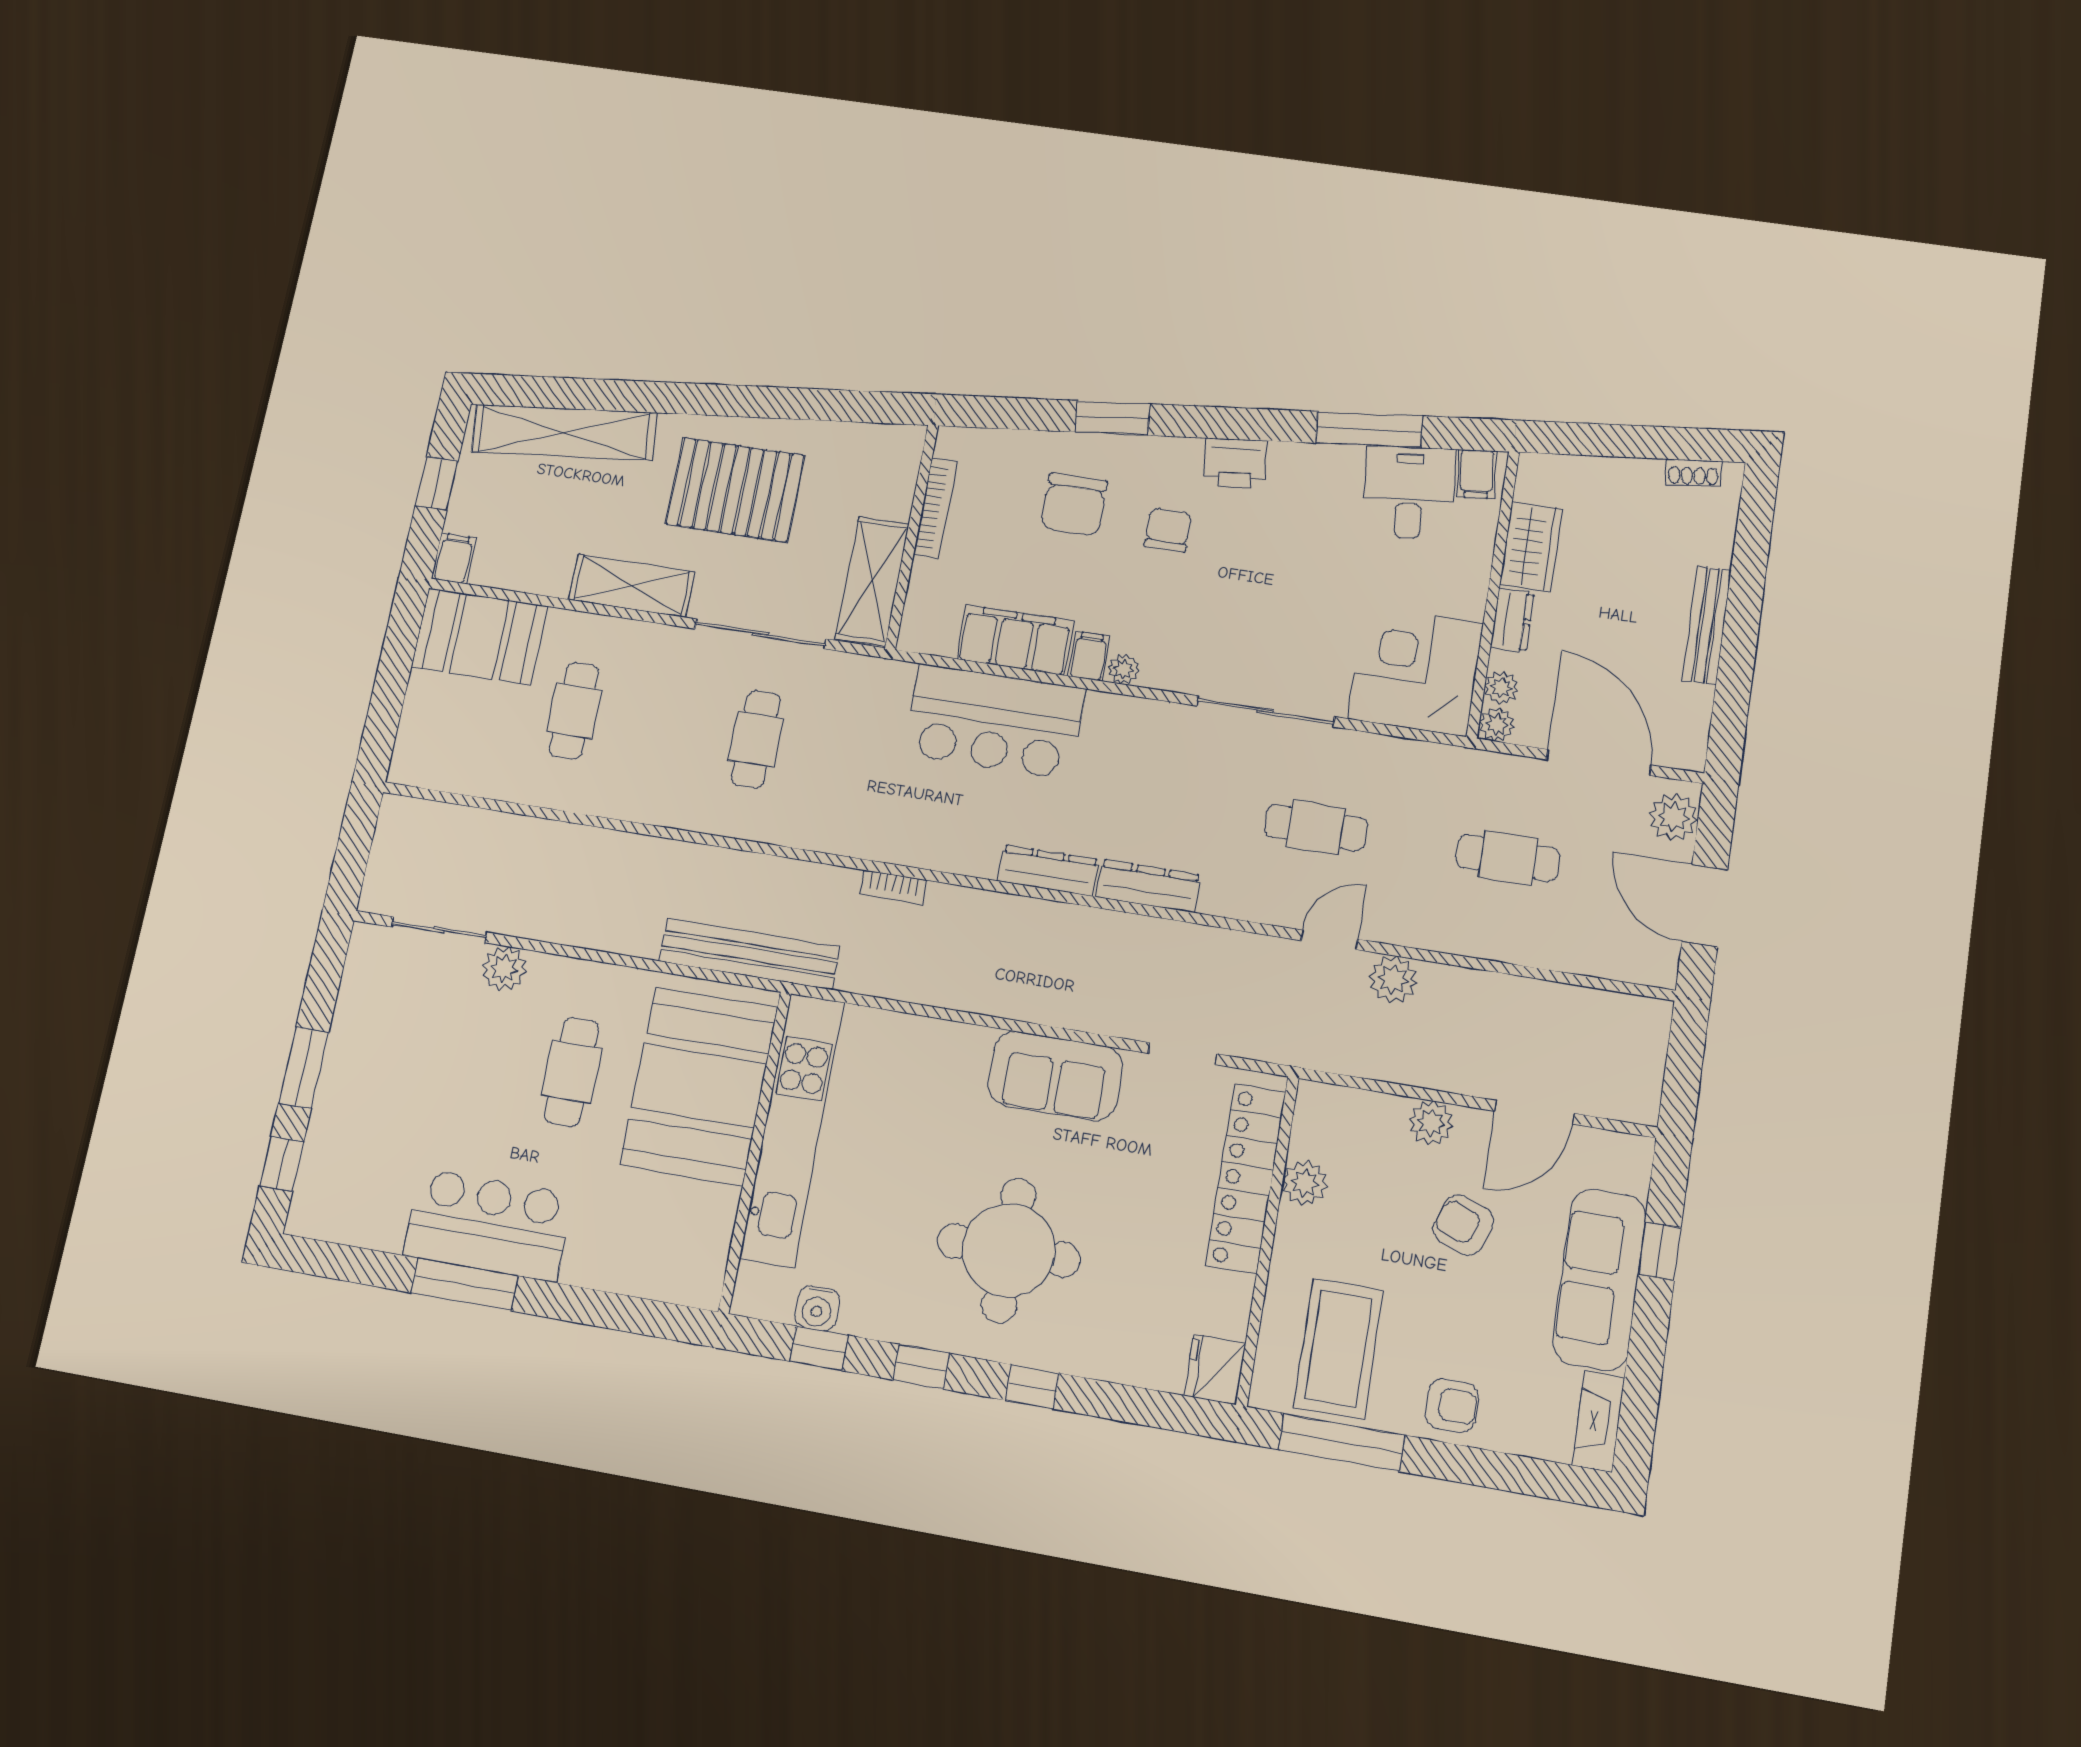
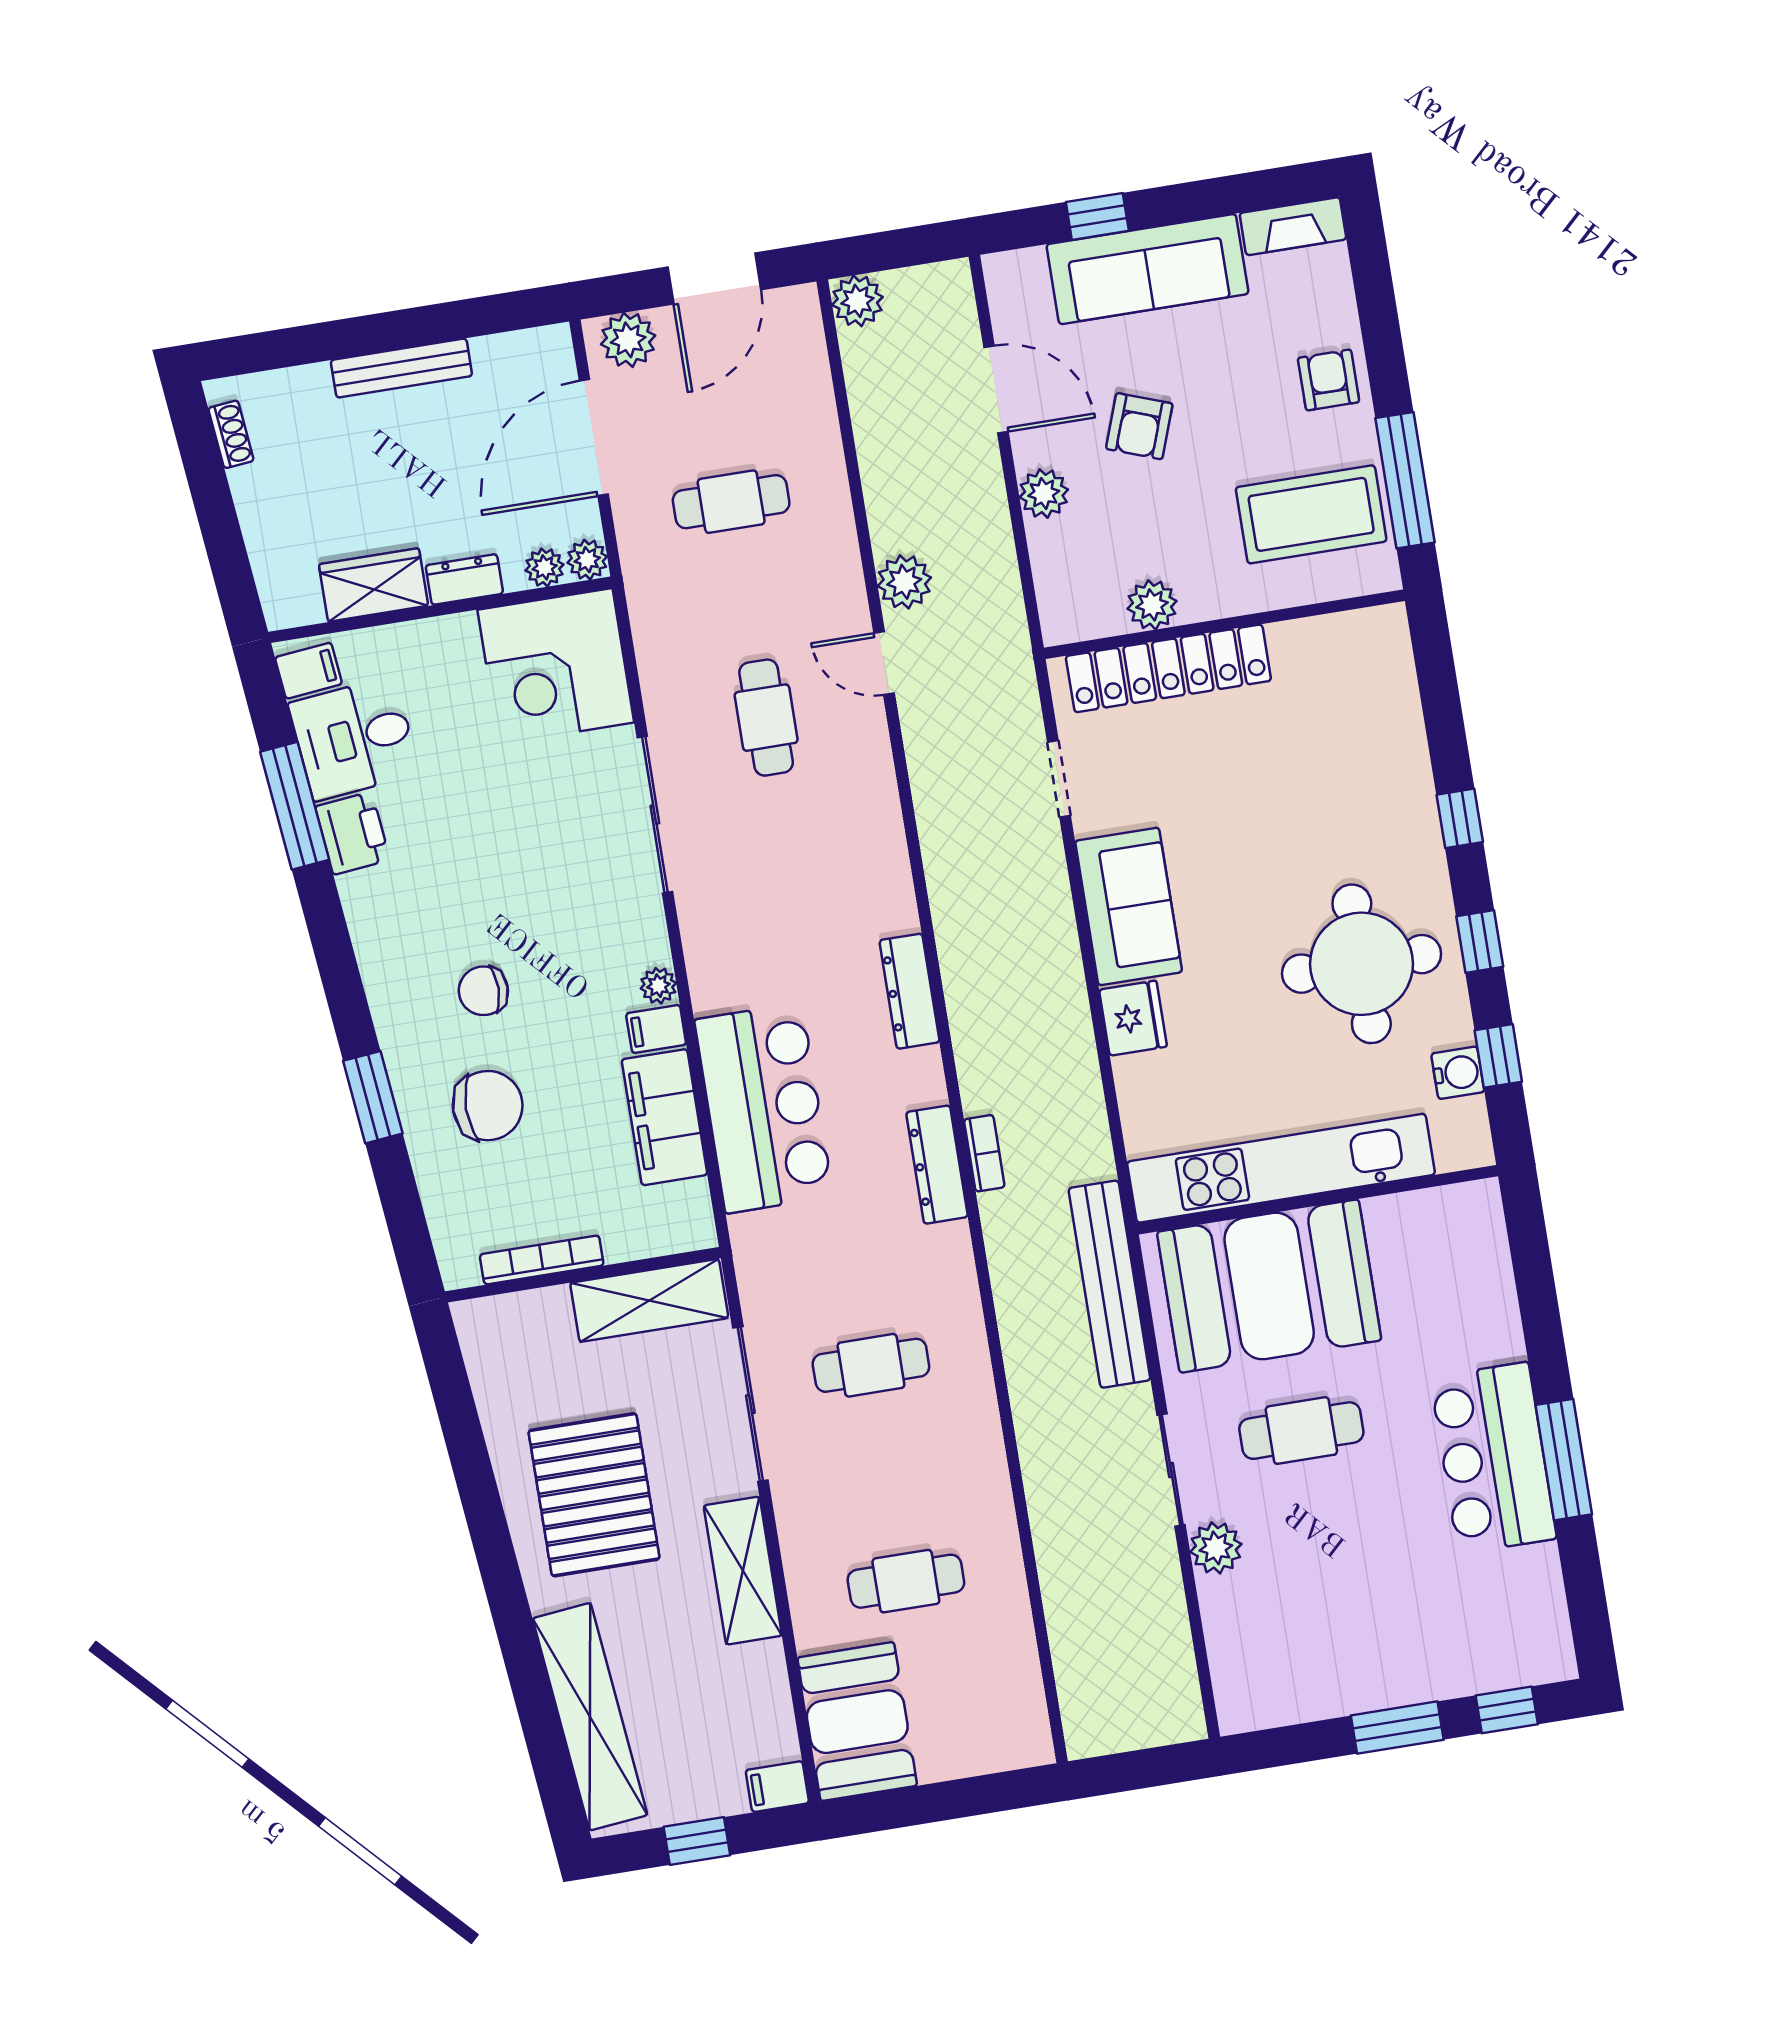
printer: (1235, 463) -> (352, 833), moved
cafe table: (1508, 858) -> (731, 502), turned 90
dresser: (1148, 886) -> (937, 1165), moved
sliding door: (439, 930) -> (1171, 1470), moved
plant: (1648, 1020) -> (857, 301), added
round table: (1009, 1250) -> (1362, 964), moved
fridge: (1215, 1369) -> (1133, 1018), moved, turned -90

